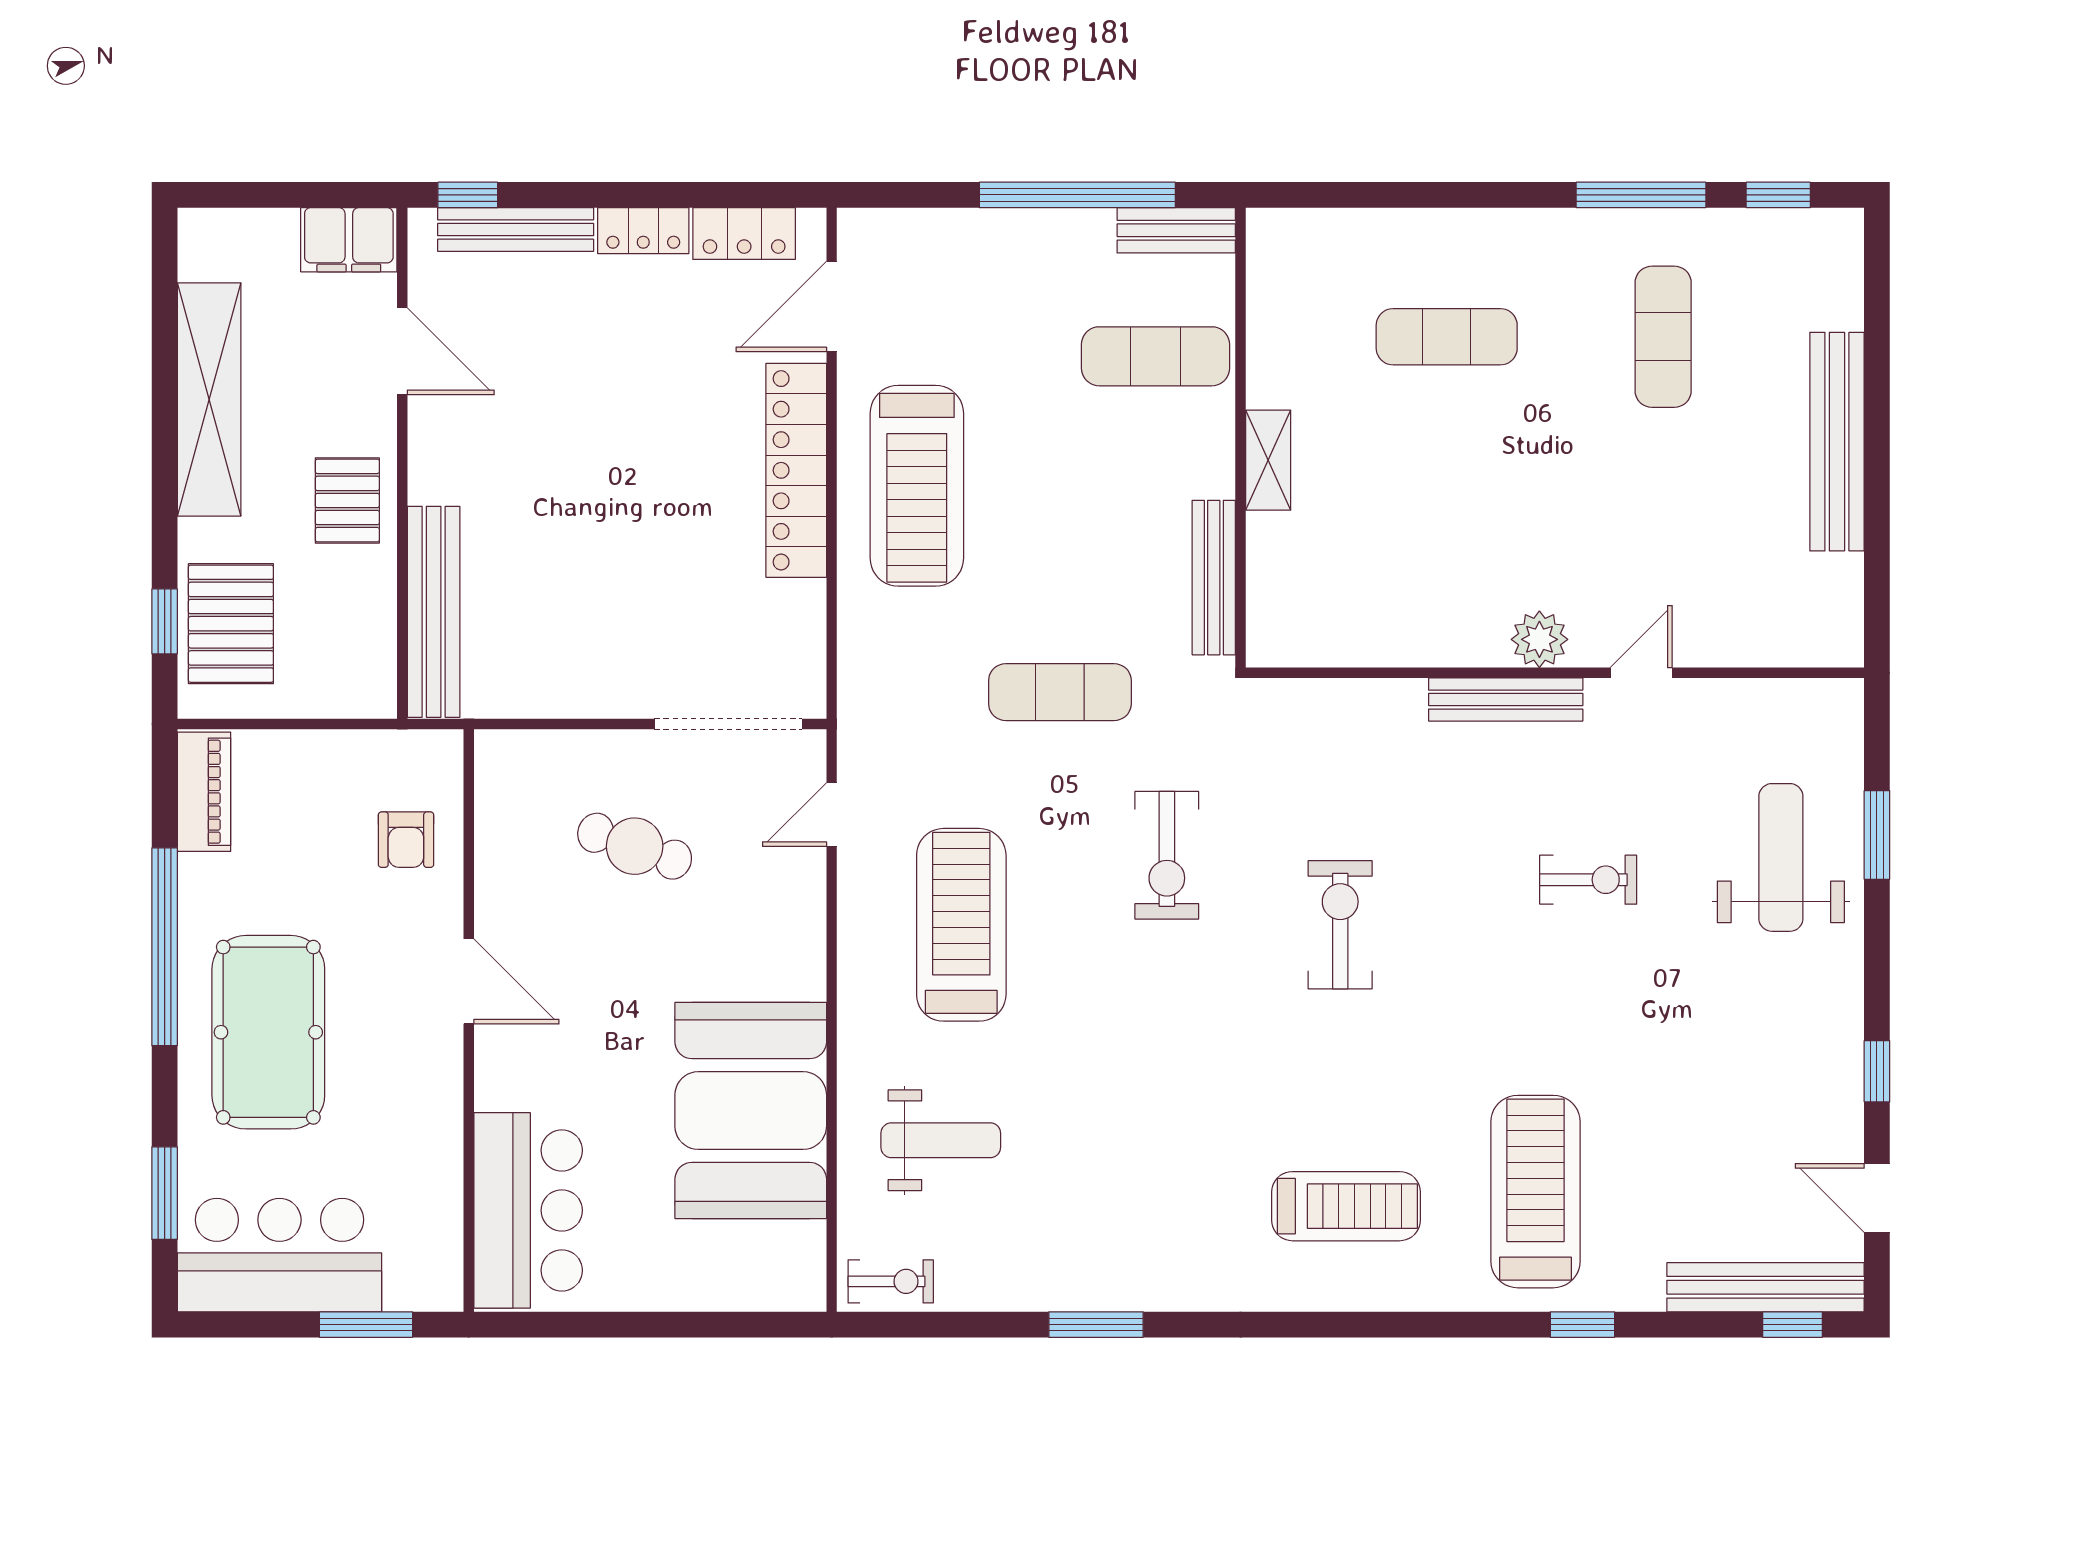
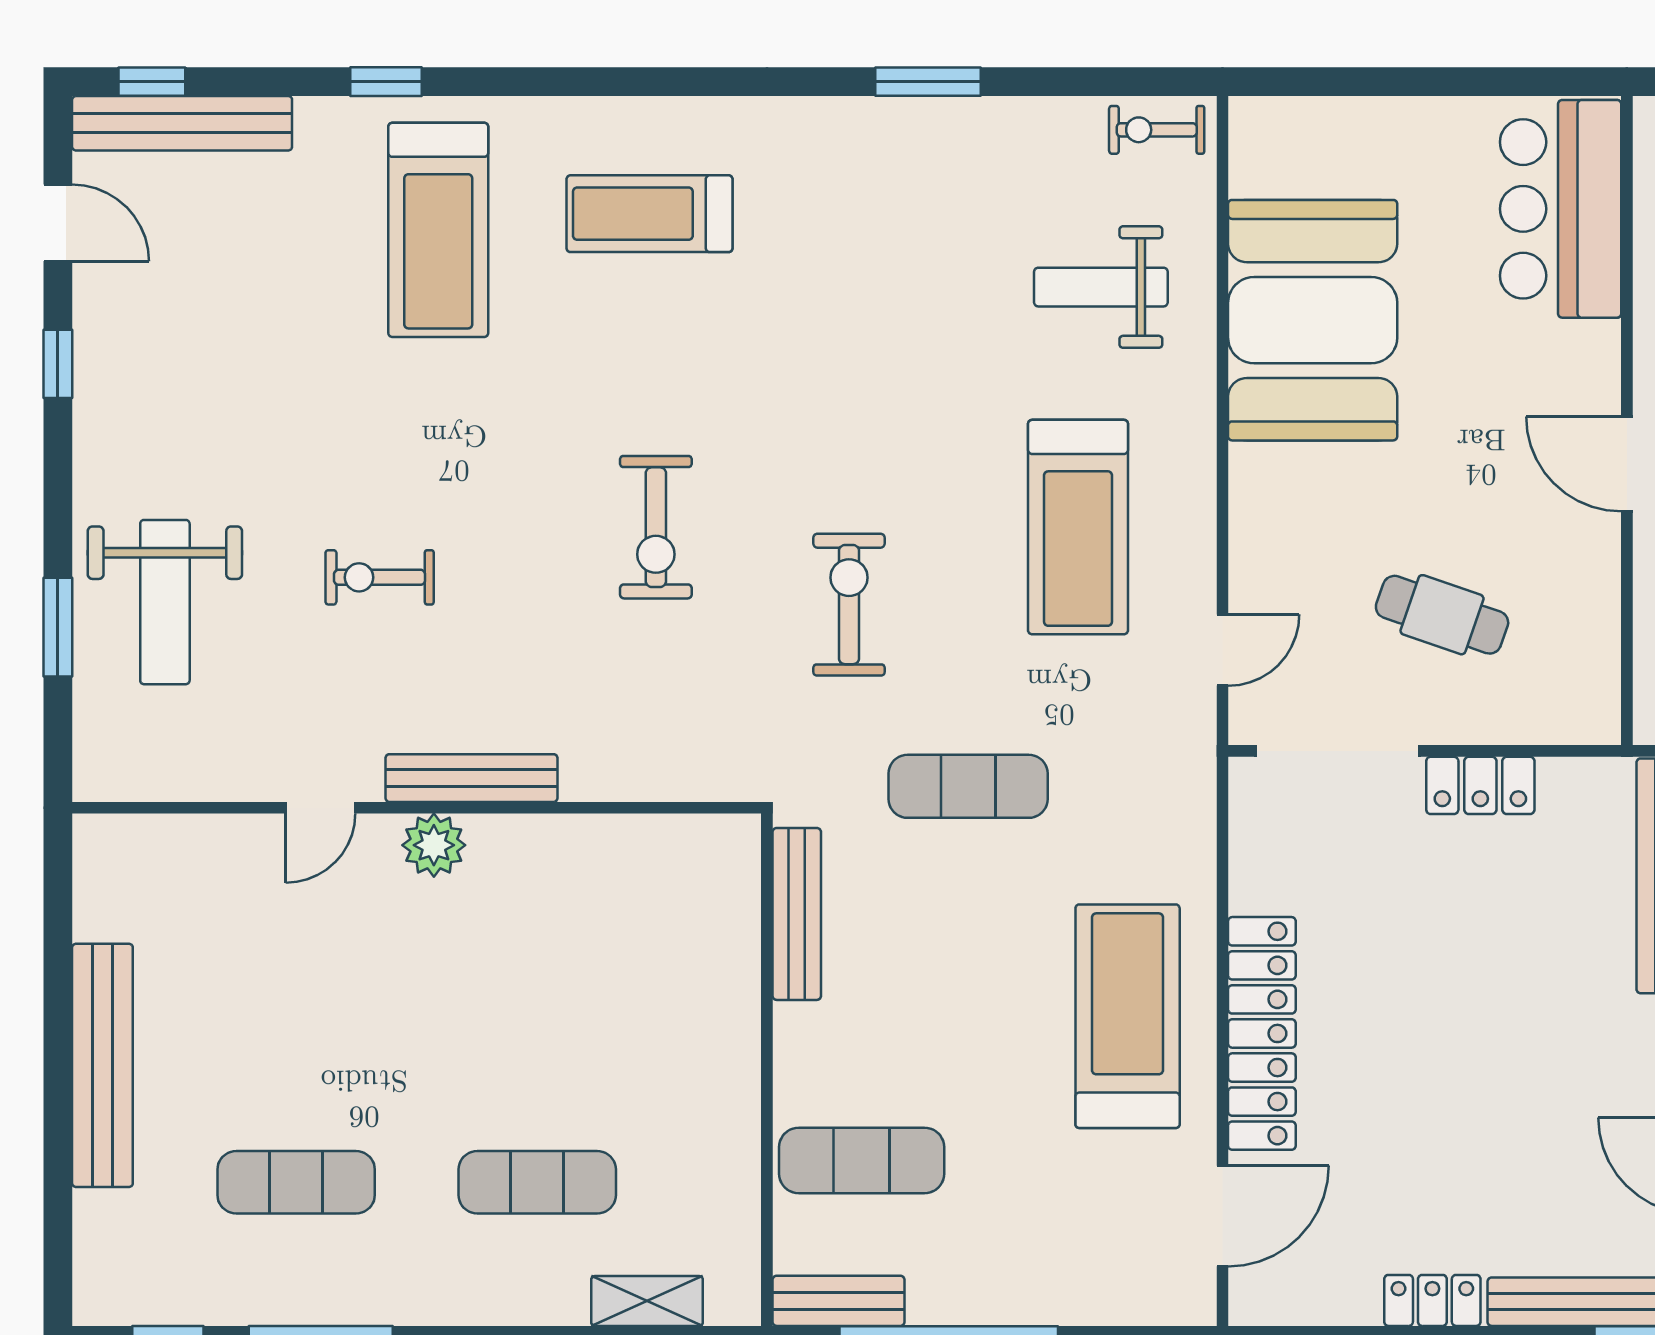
locker: (744, 234) -> (1480, 785), moved, turned 180
exercise mat: (1663, 337) -> (296, 1182), turned 90
shelving: (1268, 460) -> (647, 1301), moved, turned 90

